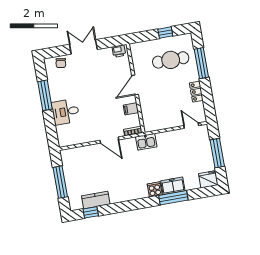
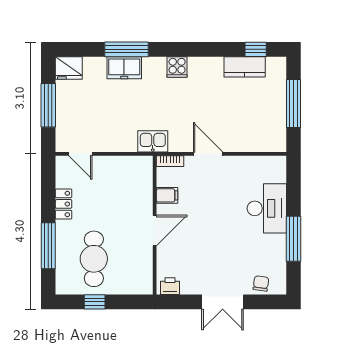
cafe table: (171, 60) -> (94, 259), turned 90
desk: (66, 112) -> (267, 208), width x1.37
cooker: (155, 189) -> (177, 67), moved

